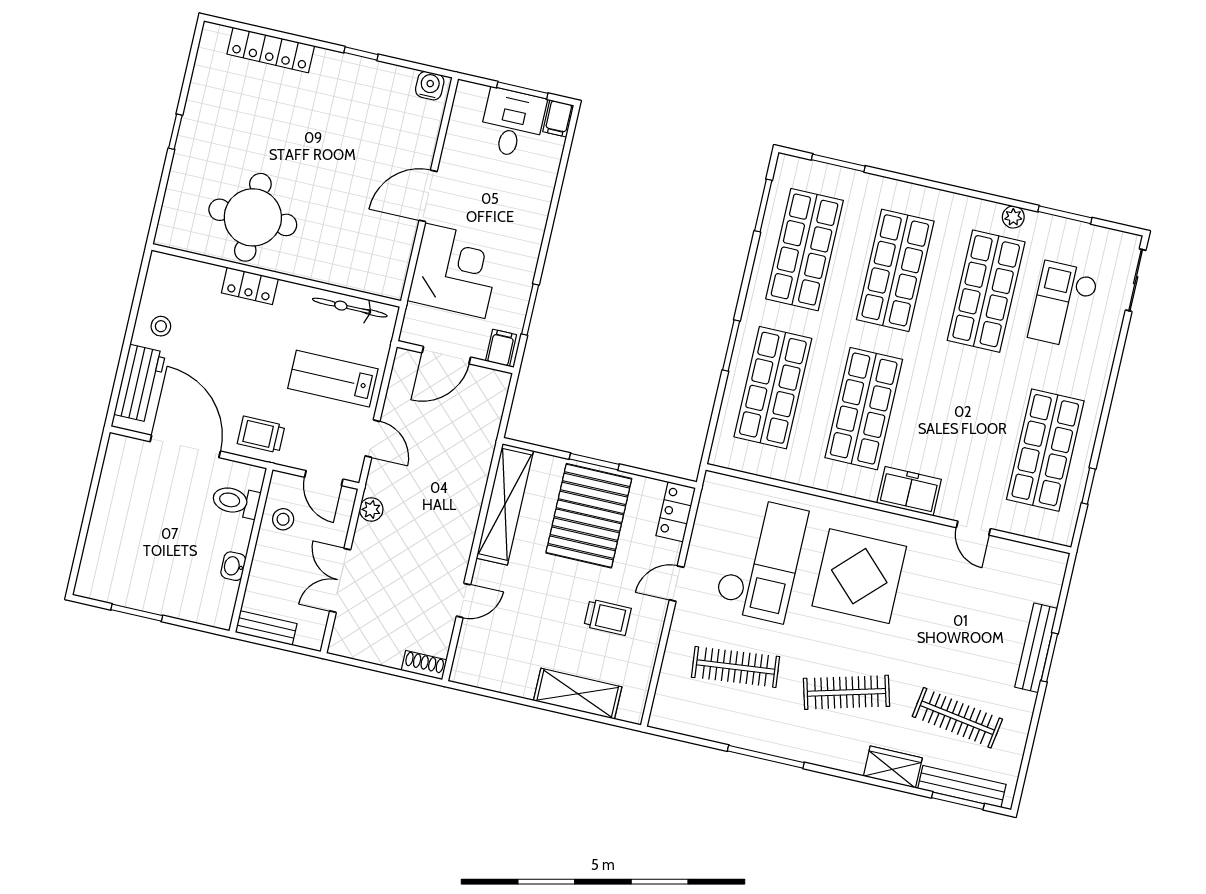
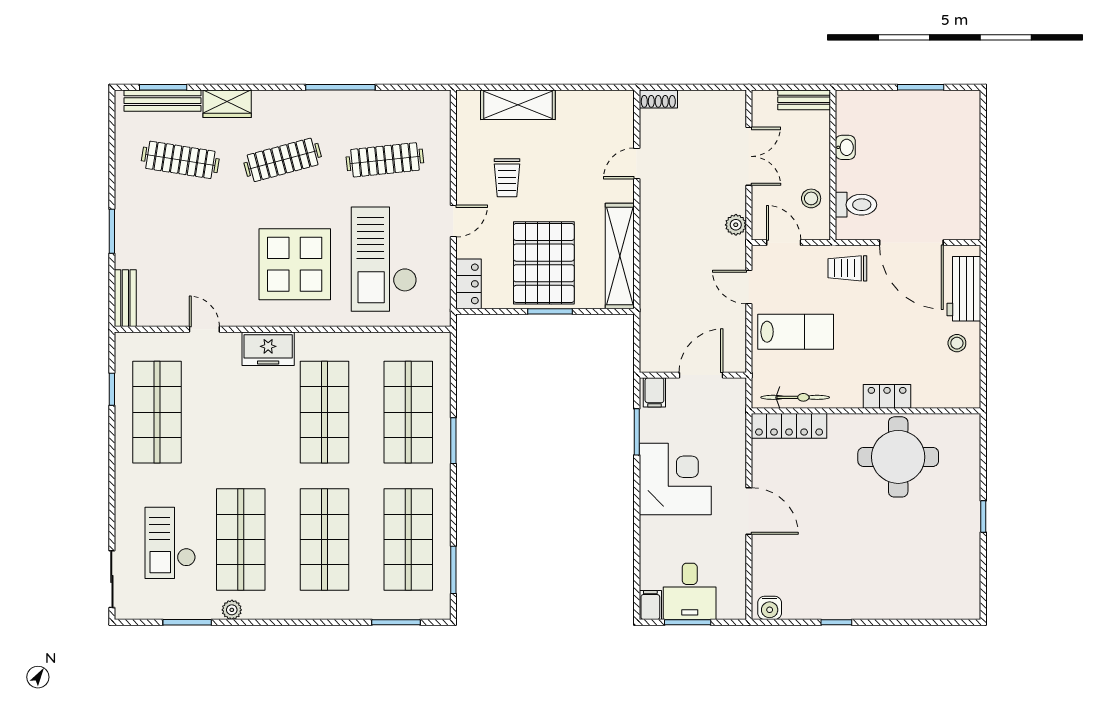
locker: (271, 50) -> (789, 426), moved, turned 180
door: (428, 196) -> (749, 511), hinge flipped
corner desk: (455, 271) -> (675, 479), moved, turned 180
checkout: (1063, 305) -> (170, 543), turned 180
trolley: (261, 435) -> (847, 268), turned 180
trolley: (608, 617) -> (507, 178), turned -90
bench: (1036, 648) -> (125, 298), moved, width x0.73

